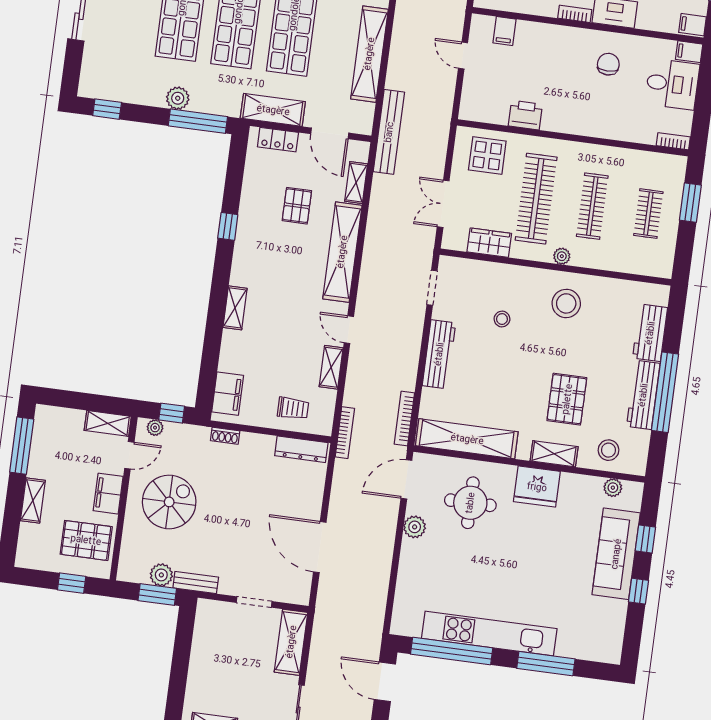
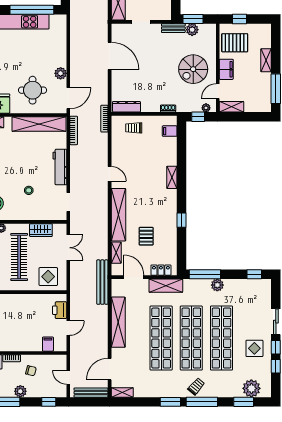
door: (463, 56) -> (68, 328), hinge flipped
printer: (525, 115) -> (60, 310), moved, turned 90
shelving: (331, 367) -> (116, 153), removed
filing cabinet: (228, 394) -> (170, 131), width x0.50

